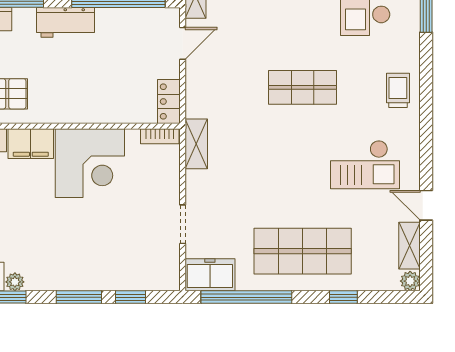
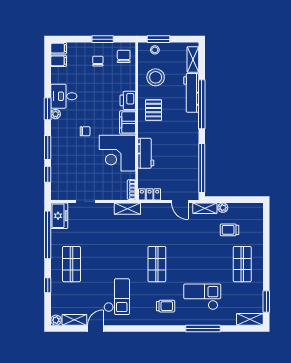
workbench: (66, 22) -> (146, 153), moved, turned 180
trolley: (398, 90) -> (166, 306), moved
checkout: (365, 165) -> (117, 297), turned 180
chair: (48, 225) -> (85, 131), added
shop shelf: (303, 251) -> (72, 264), width x0.70, depth x0.74

